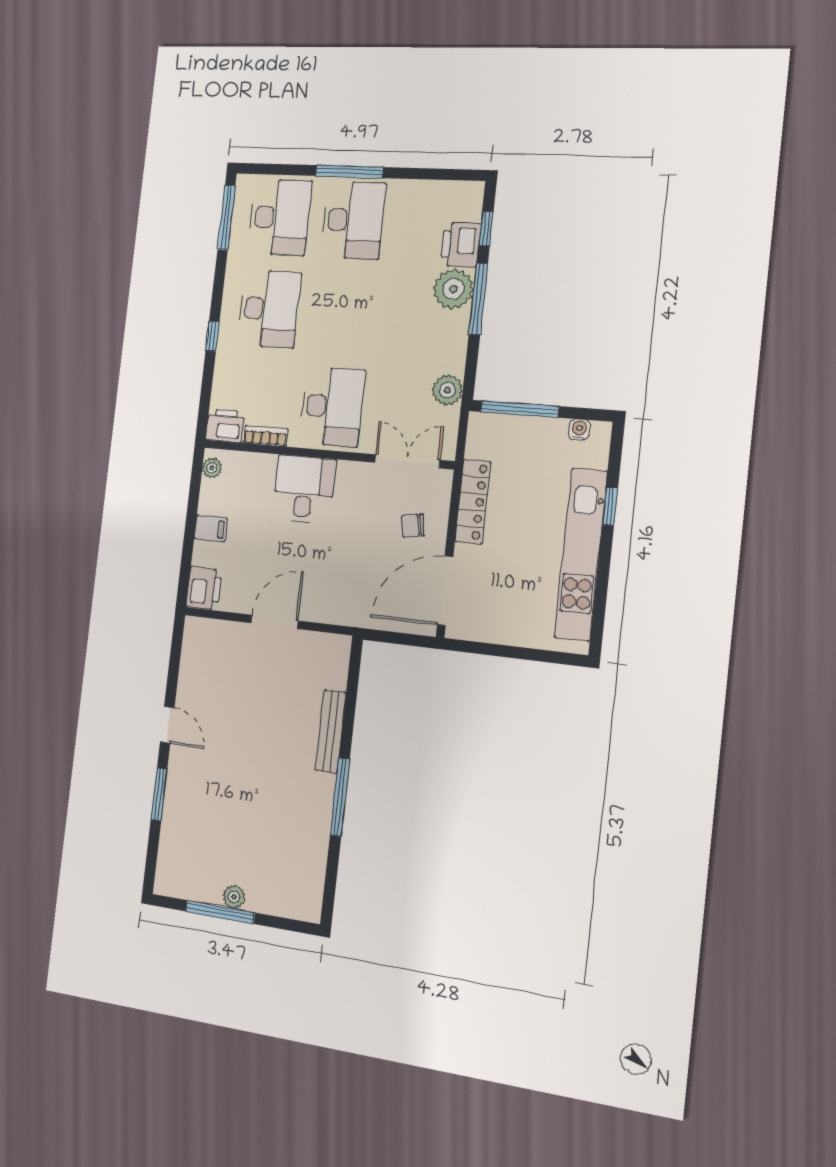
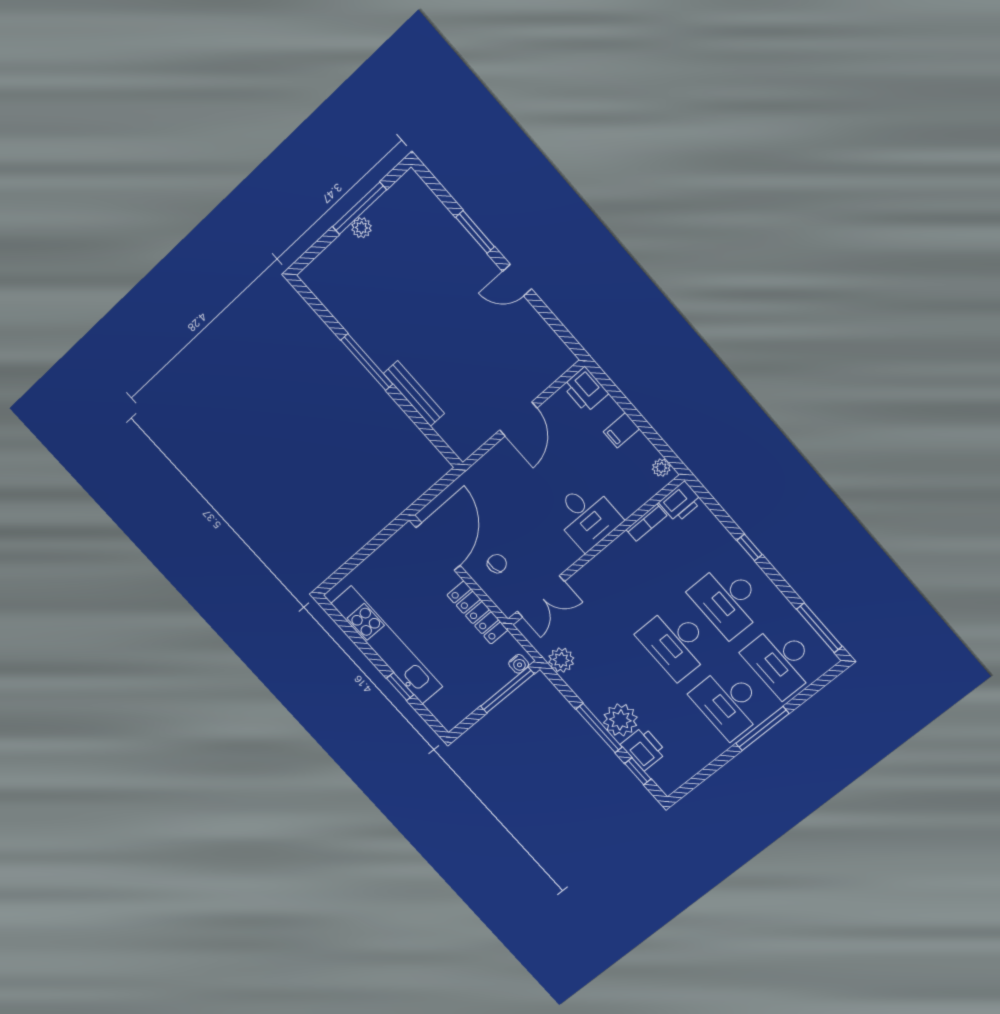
desk: (332, 407) -> (676, 643), moved
water cooler: (579, 430) -> (519, 664), moved

